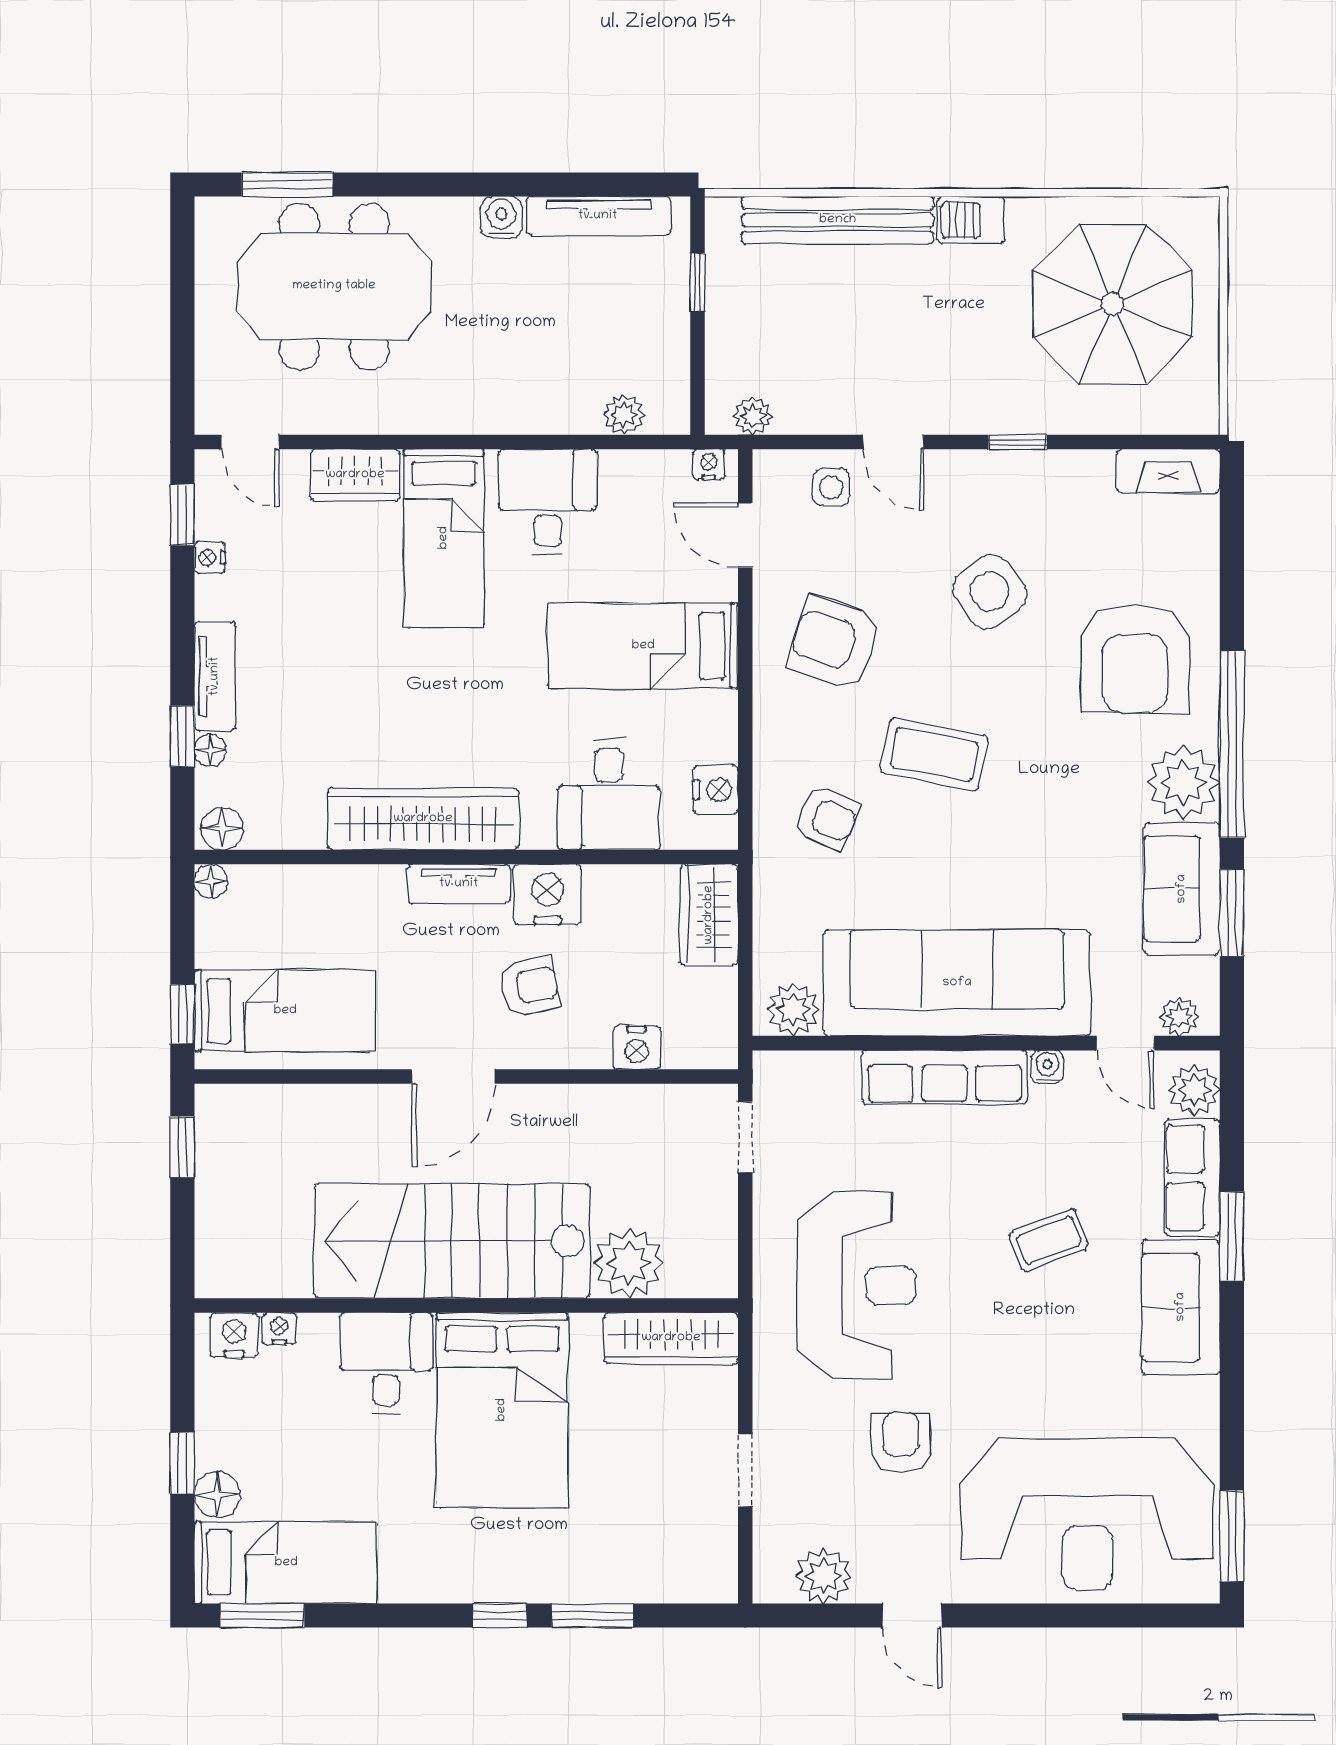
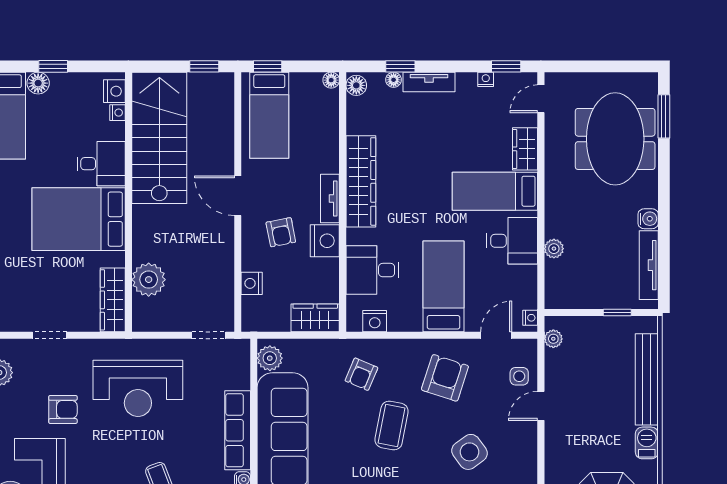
plant: (624, 415) -> (554, 249), moved
window: (1018, 442) -> (541, 465), removed
stairs: (452, 1241) -> (159, 138), moved

